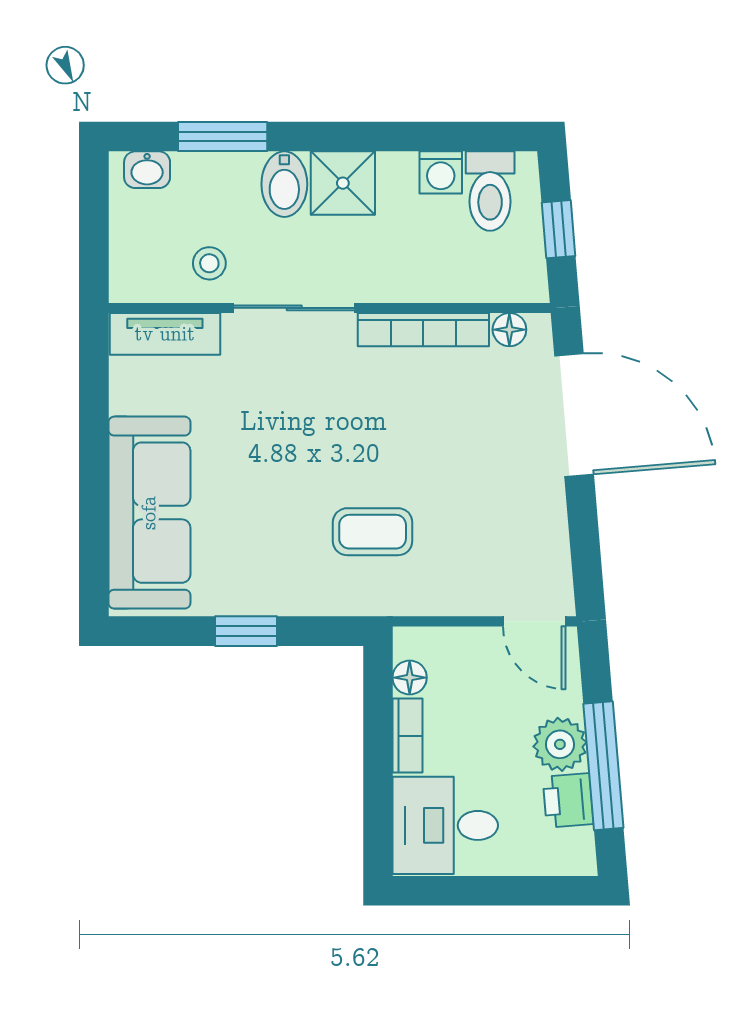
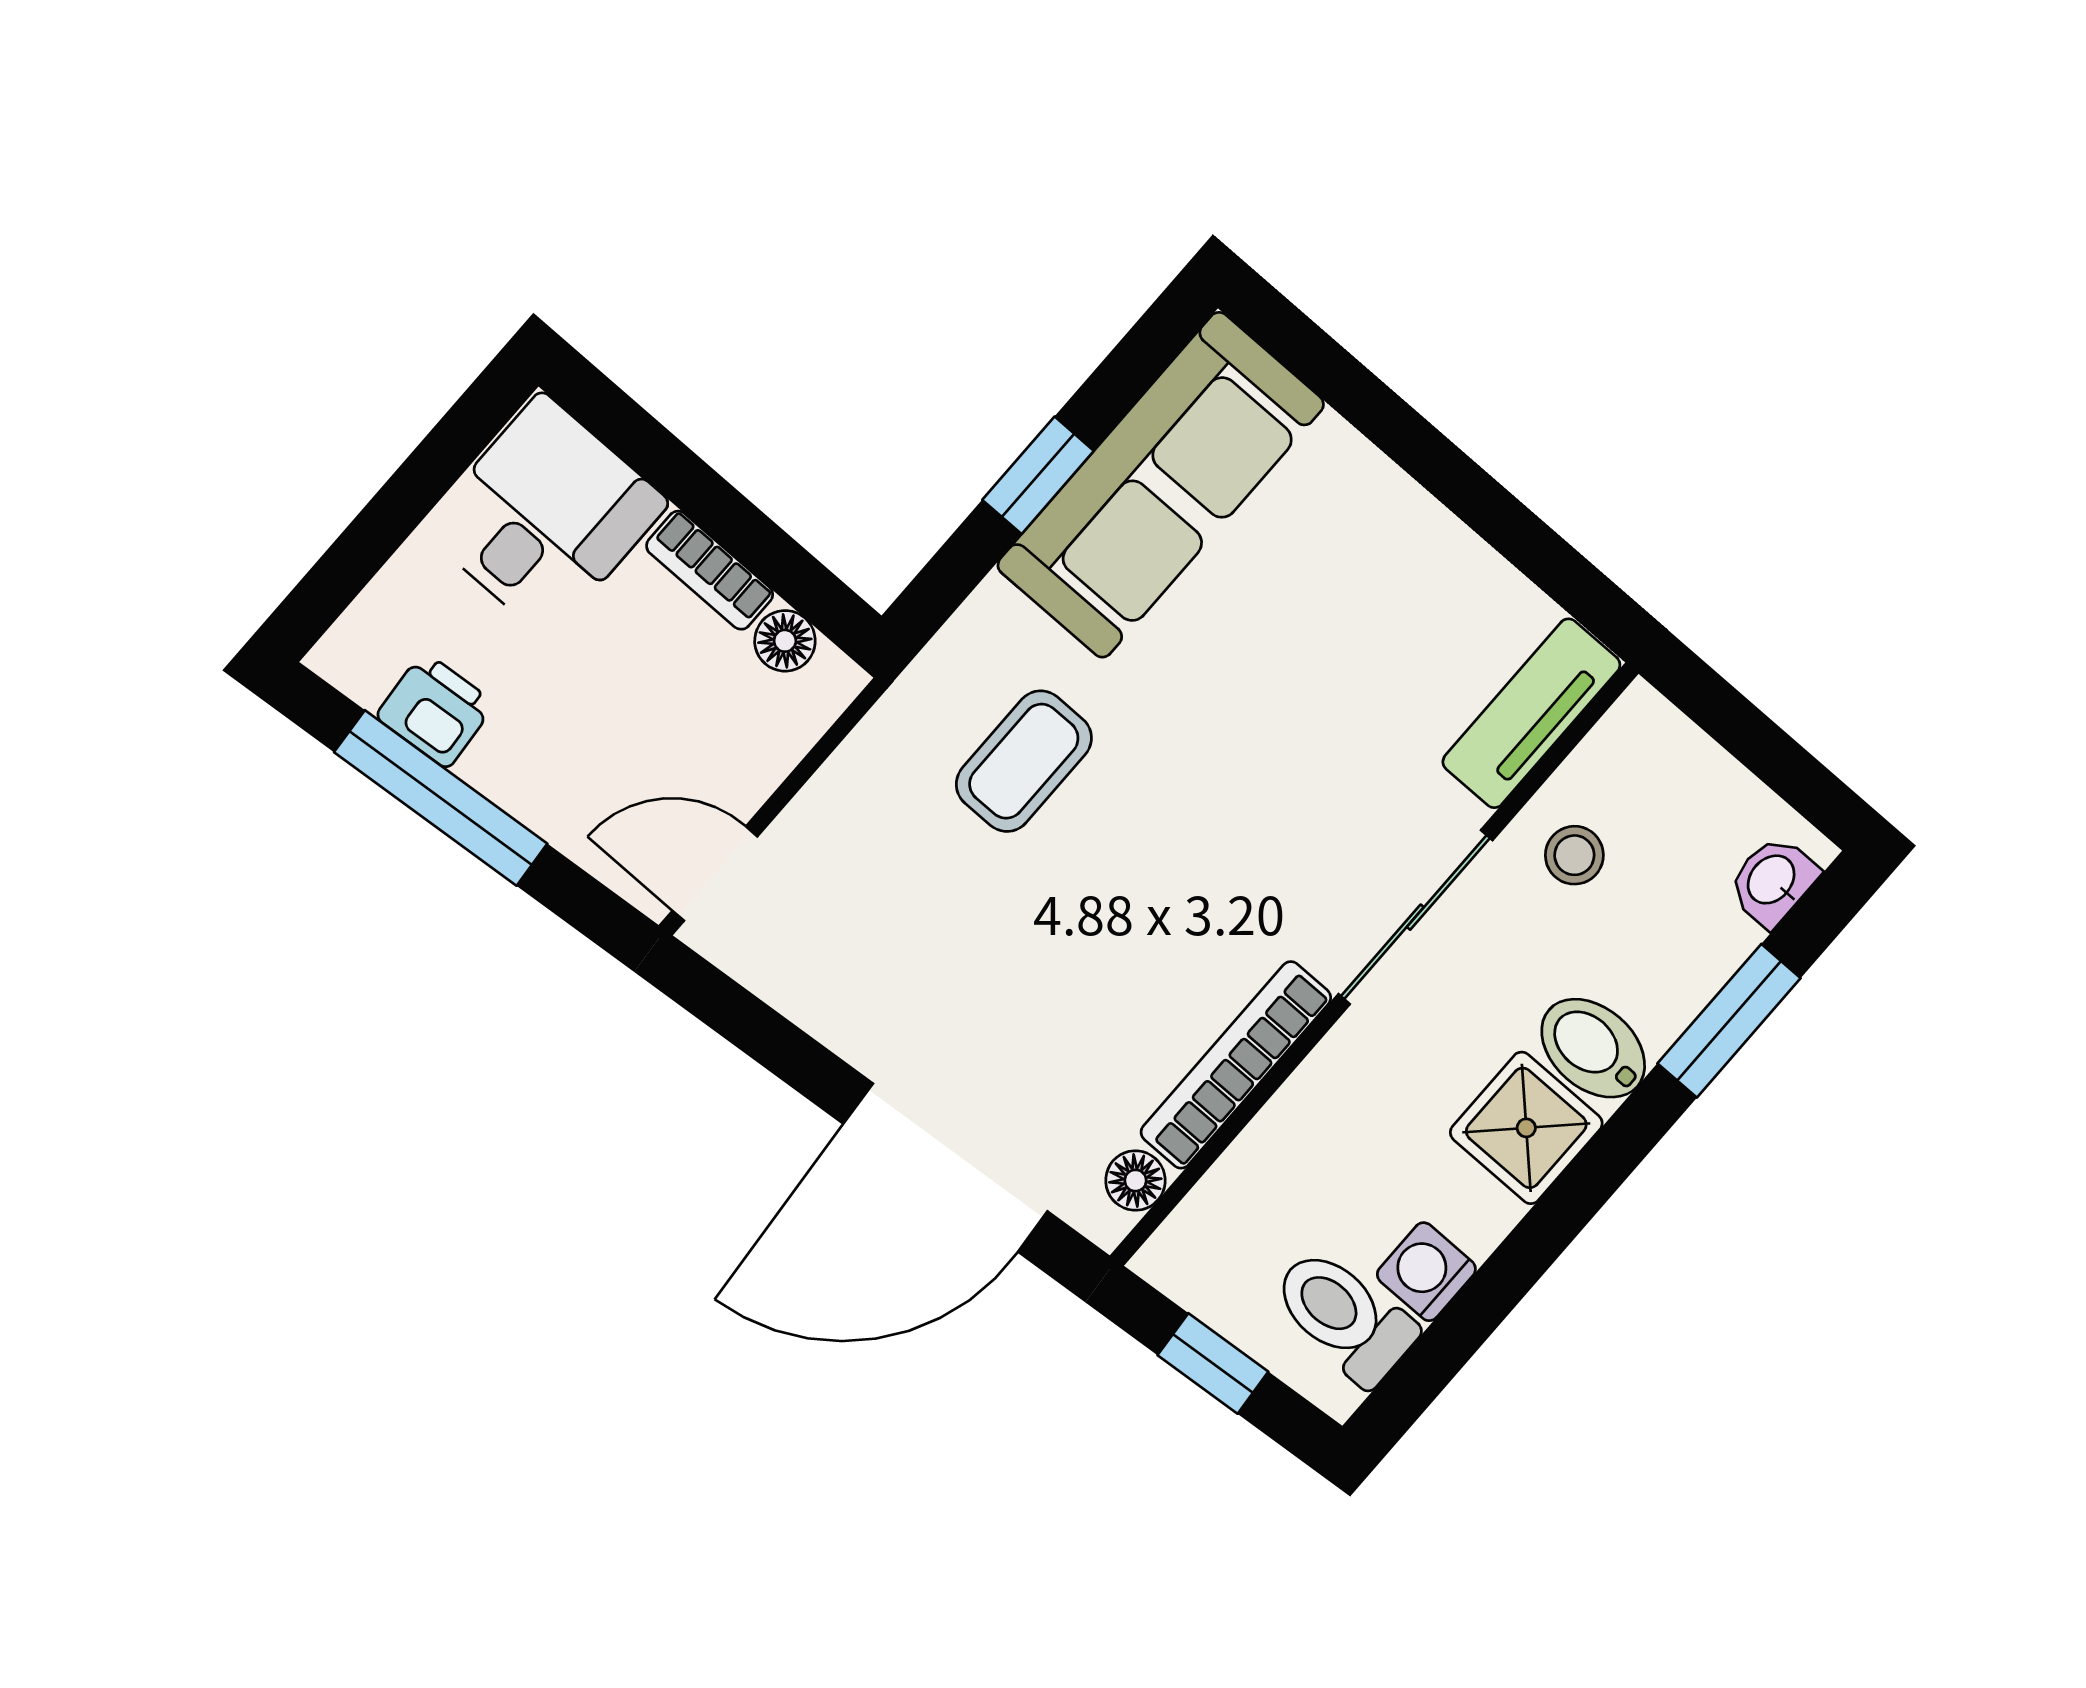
sofa: (149, 513) -> (1161, 485), moved, turned -90
plant: (560, 744) -> (520, 765), removed

